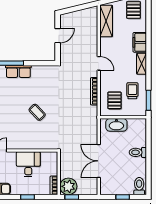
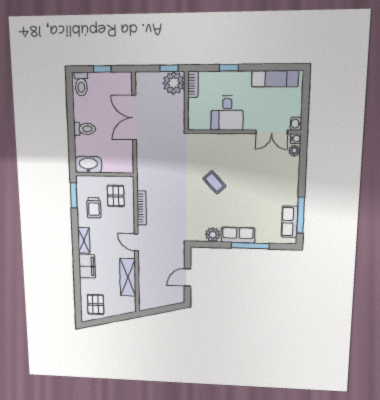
shelving: (106, 21) -> (128, 277), moved
plant: (38, 71) -> (213, 235), added
washbasin: (116, 125) -> (88, 165), moved
double door: (99, 161) -> (134, 118), swing flipped

